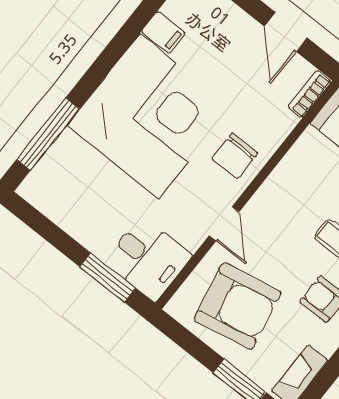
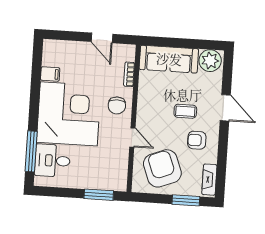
bookcase: (309, 94) -> (129, 74), moved
desk: (148, 259) -> (52, 161), moved, turned 180
armchair: (238, 306) -> (162, 168), turned -100

